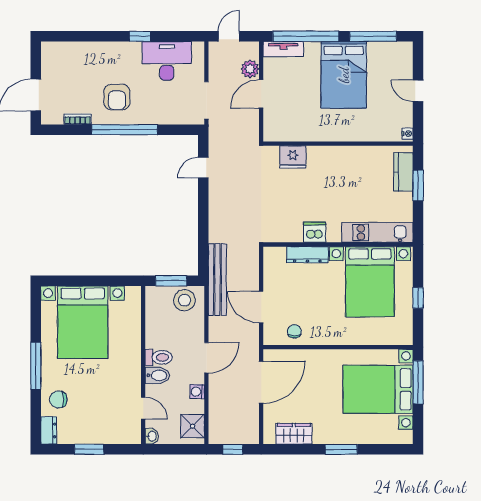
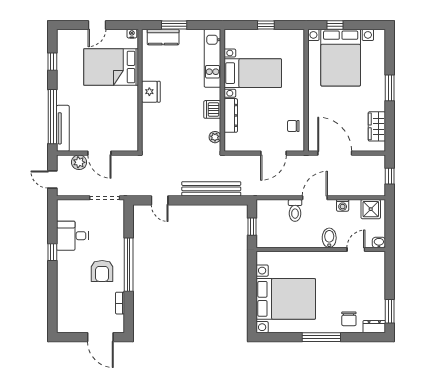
window: (373, 36) -> (52, 62), width x0.46
tv unit: (283, 49) -> (63, 128), width x1.41
desk: (167, 61) -> (72, 236), width x0.73
bed: (344, 75) -> (111, 67), moved, turned 180
armchair: (117, 97) -> (102, 271), turned 90
fridge: (293, 157) -> (151, 92), moved
plant: (281, 235) -> (215, 137), added
bench: (217, 280) -> (211, 189), moved
window: (171, 281) -> (252, 227), width x0.67
bed with nightstands: (370, 282) -> (253, 73), width x0.73
stool: (185, 300) -> (268, 216), removed
toilet: (159, 357) -> (295, 210), moved, turned 180
door: (206, 358) -> (315, 198), hinge flipped
window: (418, 382) -> (335, 25), width x0.46
window: (89, 449) -> (390, 311), moved

